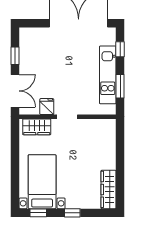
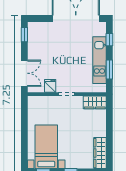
window: (15, 56) -> (24, 35), moved
wardrobe: (37, 127) -> (95, 102), moved

